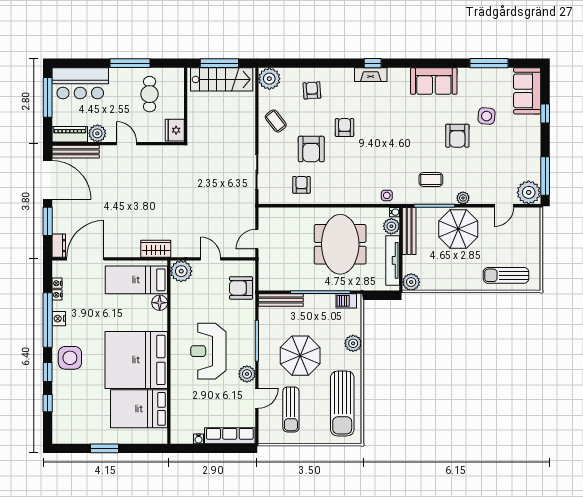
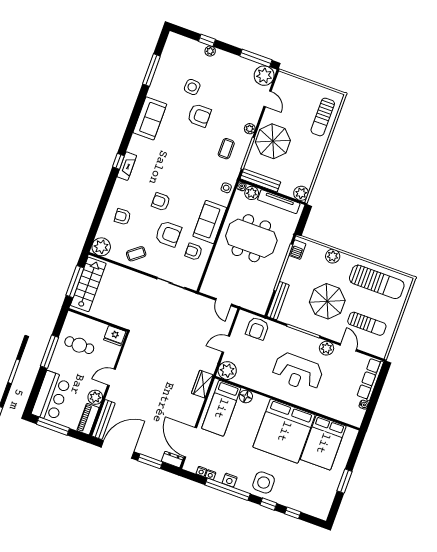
sofa: (527, 91) -> (210, 222), moved, turned 90
plant: (534, 122) -> (210, 51), added

